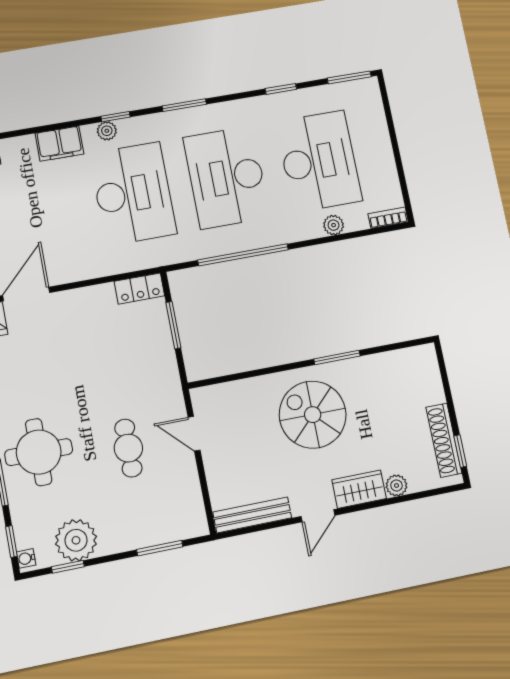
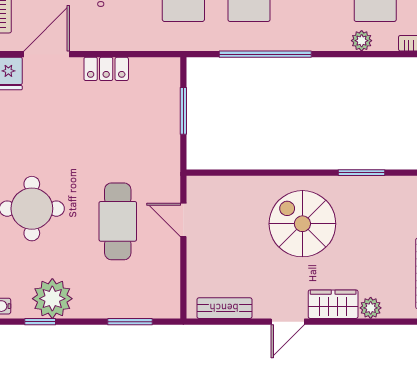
locker: (139, 289) -> (106, 69), moved
window: (337, 357) -> (362, 173), moved
cafe table: (128, 448) -> (118, 221), width x1.37, depth x1.35
bench: (252, 515) -> (224, 308), width x0.73

